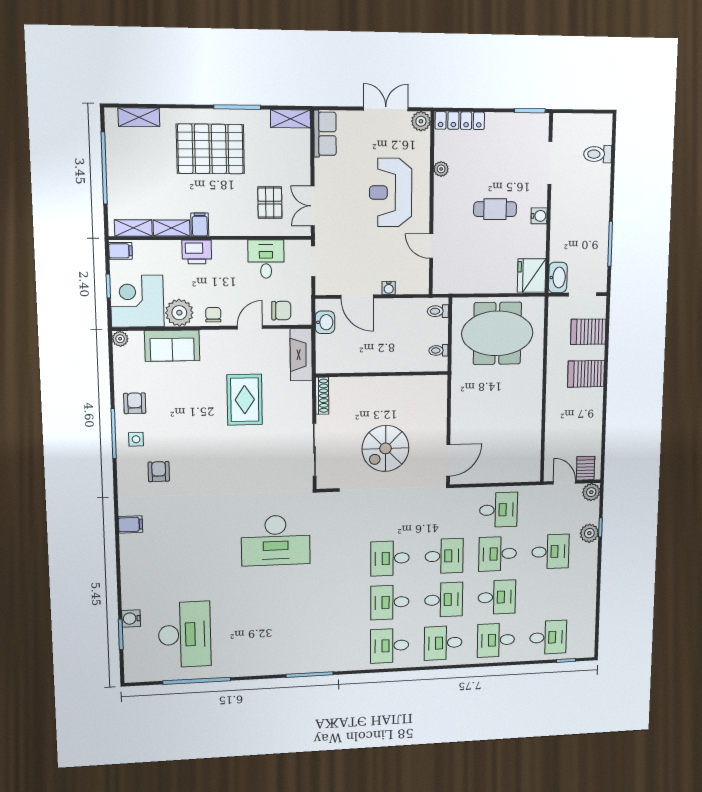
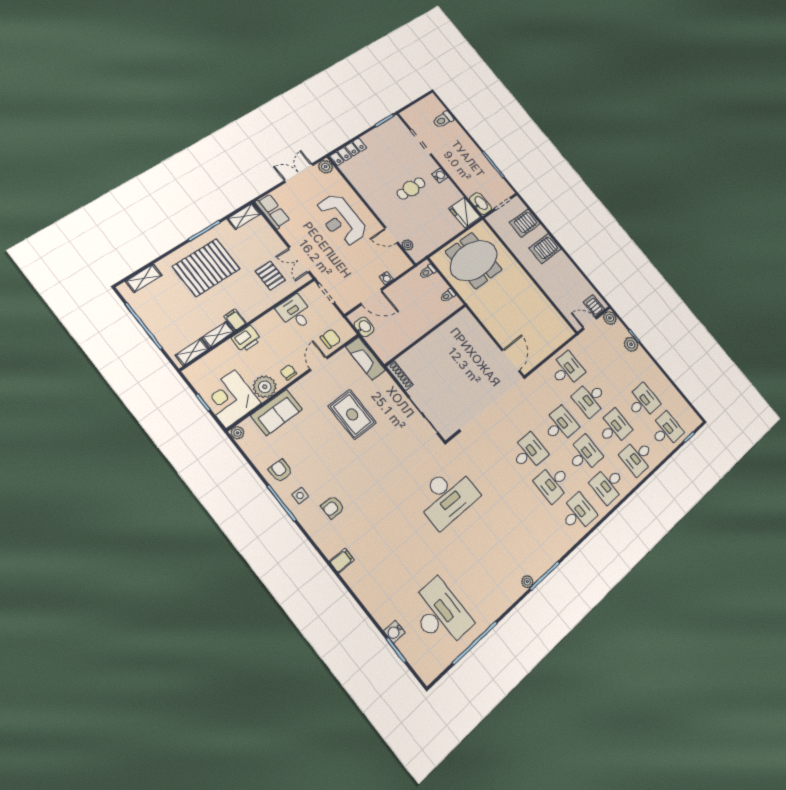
plant: (441, 169) -> (408, 245), moved
filing cabinet: (121, 251) -> (194, 373), removed
spiral stairs: (385, 448) -> (467, 381), removed
armchair: (159, 472) -> (333, 507), turned -90
desk: (550, 552) -> (643, 402), moved
desk: (390, 558) -> (529, 452), turned 180
desk: (390, 646) -> (578, 513), turned 180
plant: (289, 667) -> (527, 582), added

